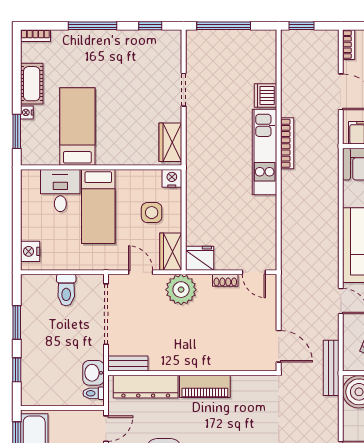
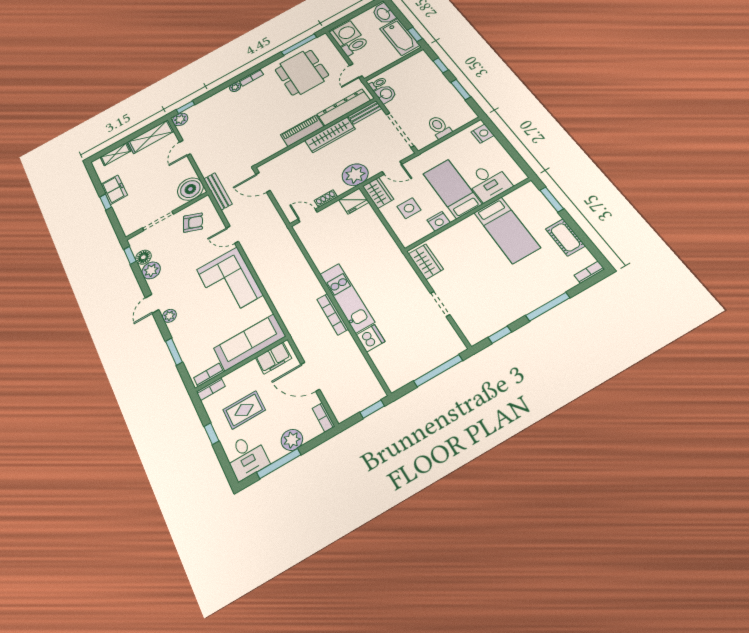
nightstand: (27, 112) -> (554, 216), removed
nightstand: (172, 178) -> (439, 221), moved
wardrobe: (179, 360) -> (330, 135), added

